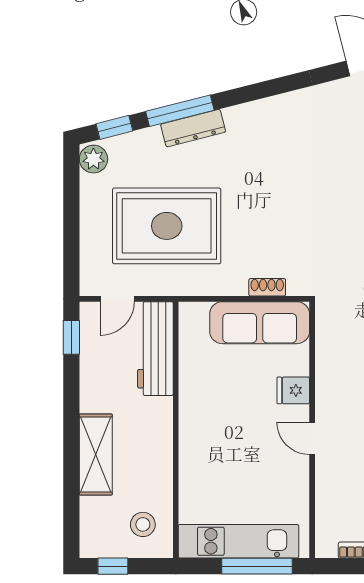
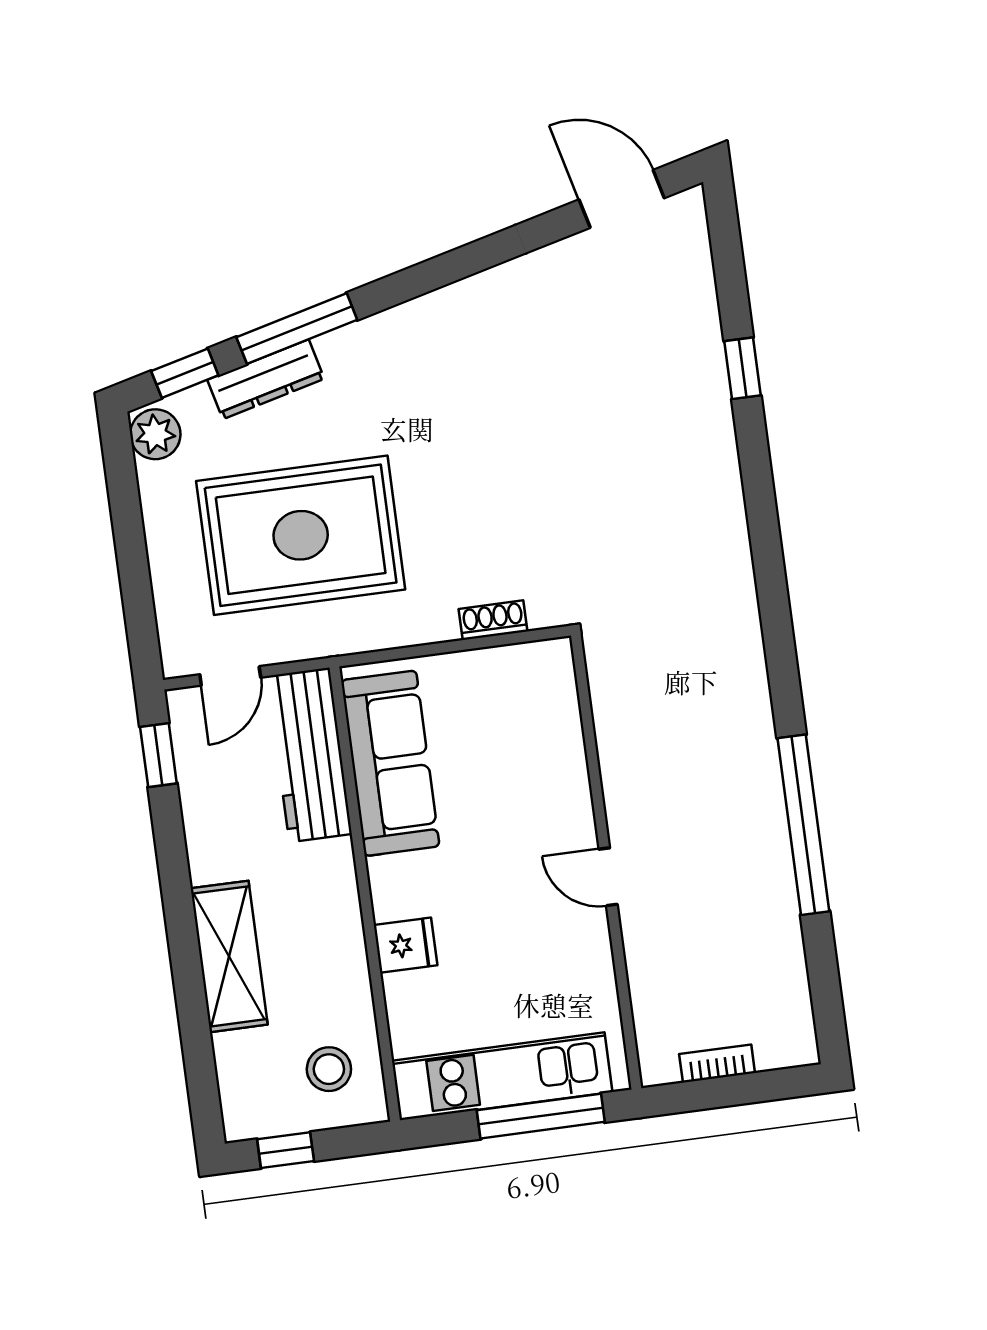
dresser: (193, 128) -> (266, 379), moved
sofa: (260, 323) -> (390, 763), moved, turned -90
fridge: (293, 390) -> (406, 945), moved, turned 180

